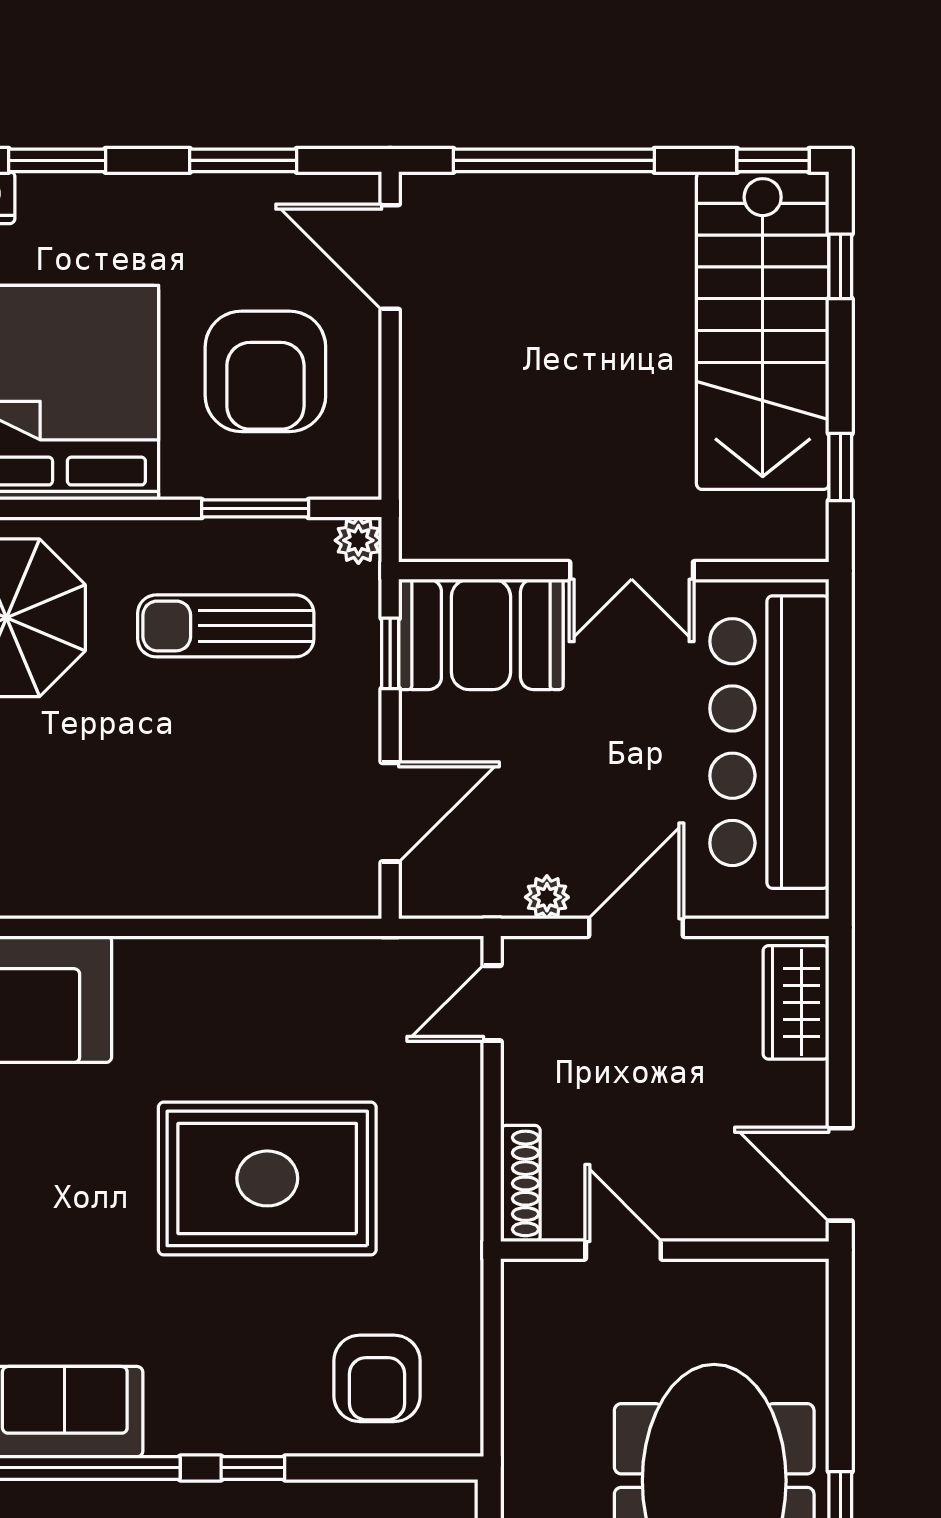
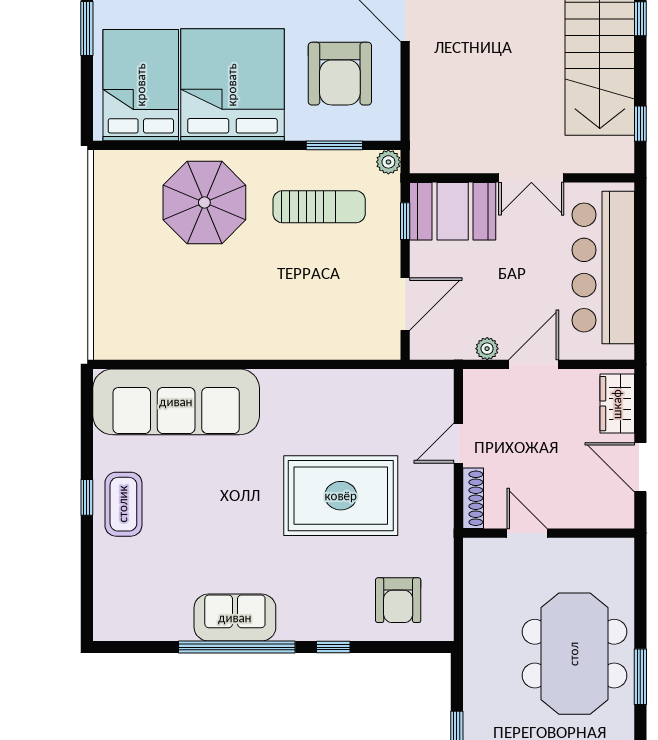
sun lounger: (226, 626) -> (319, 207), turned 180
door: (492, 1003) -> (458, 443), moved
door: (840, 1174) -> (640, 467), moved

